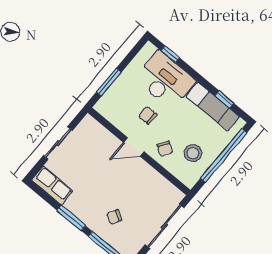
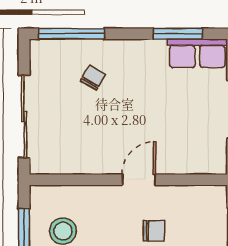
chair: (165, 149) -> (100, 208), removed
window: (71, 218) -> (178, 34), moved

